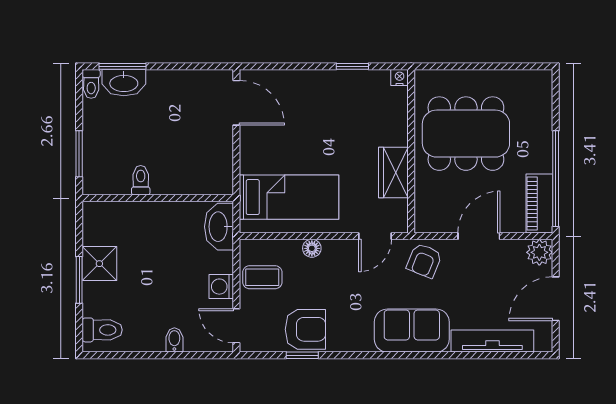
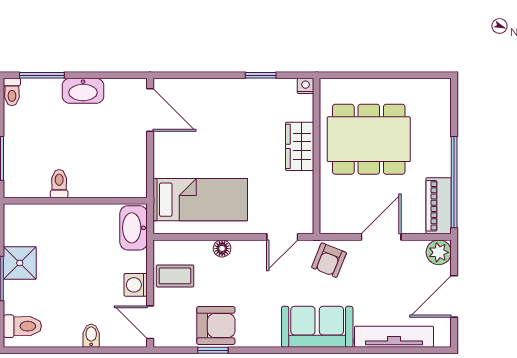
washbasin: (124, 83) -> (83, 91), moved
wardrobe: (393, 173) -> (300, 146), moved

